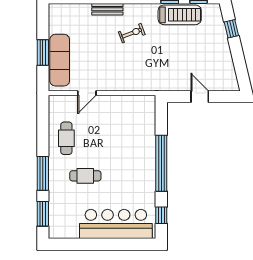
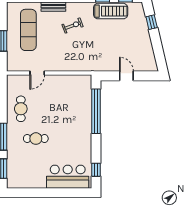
exercise mat: (60, 60) -> (28, 30), moved
window: (161, 163) -> (96, 111), moved
bar counter: (116, 224) -> (68, 177), width x0.73

